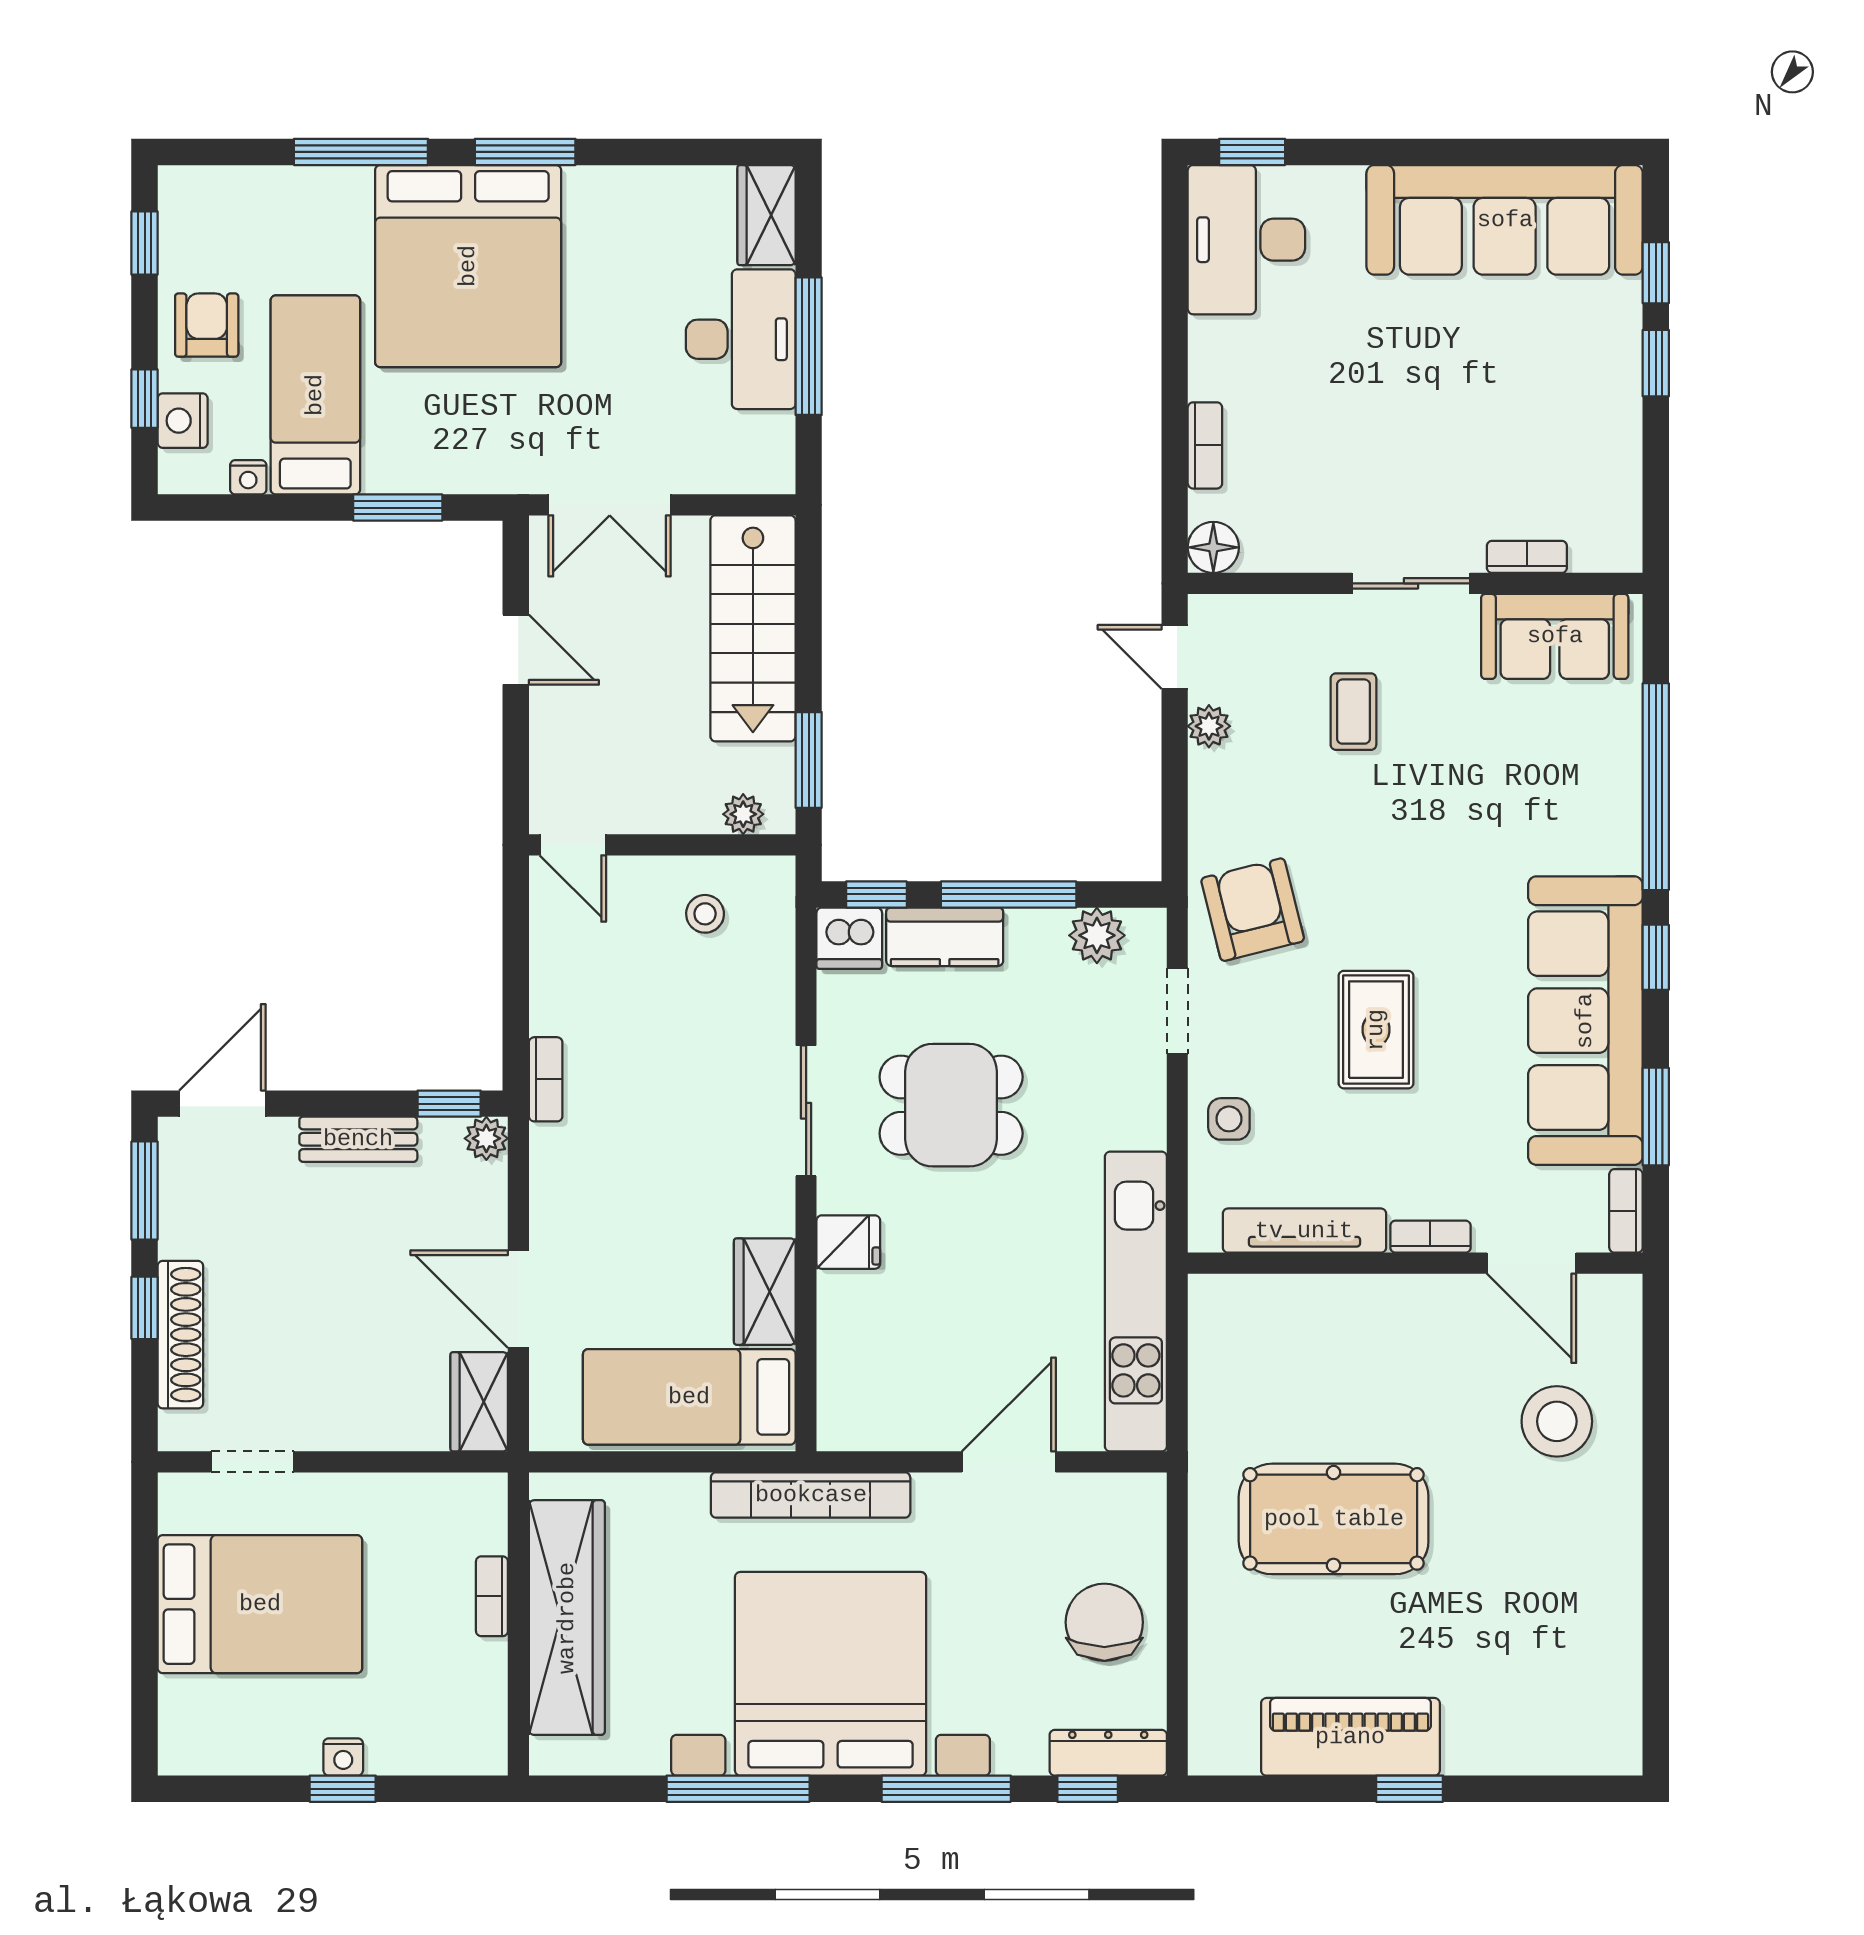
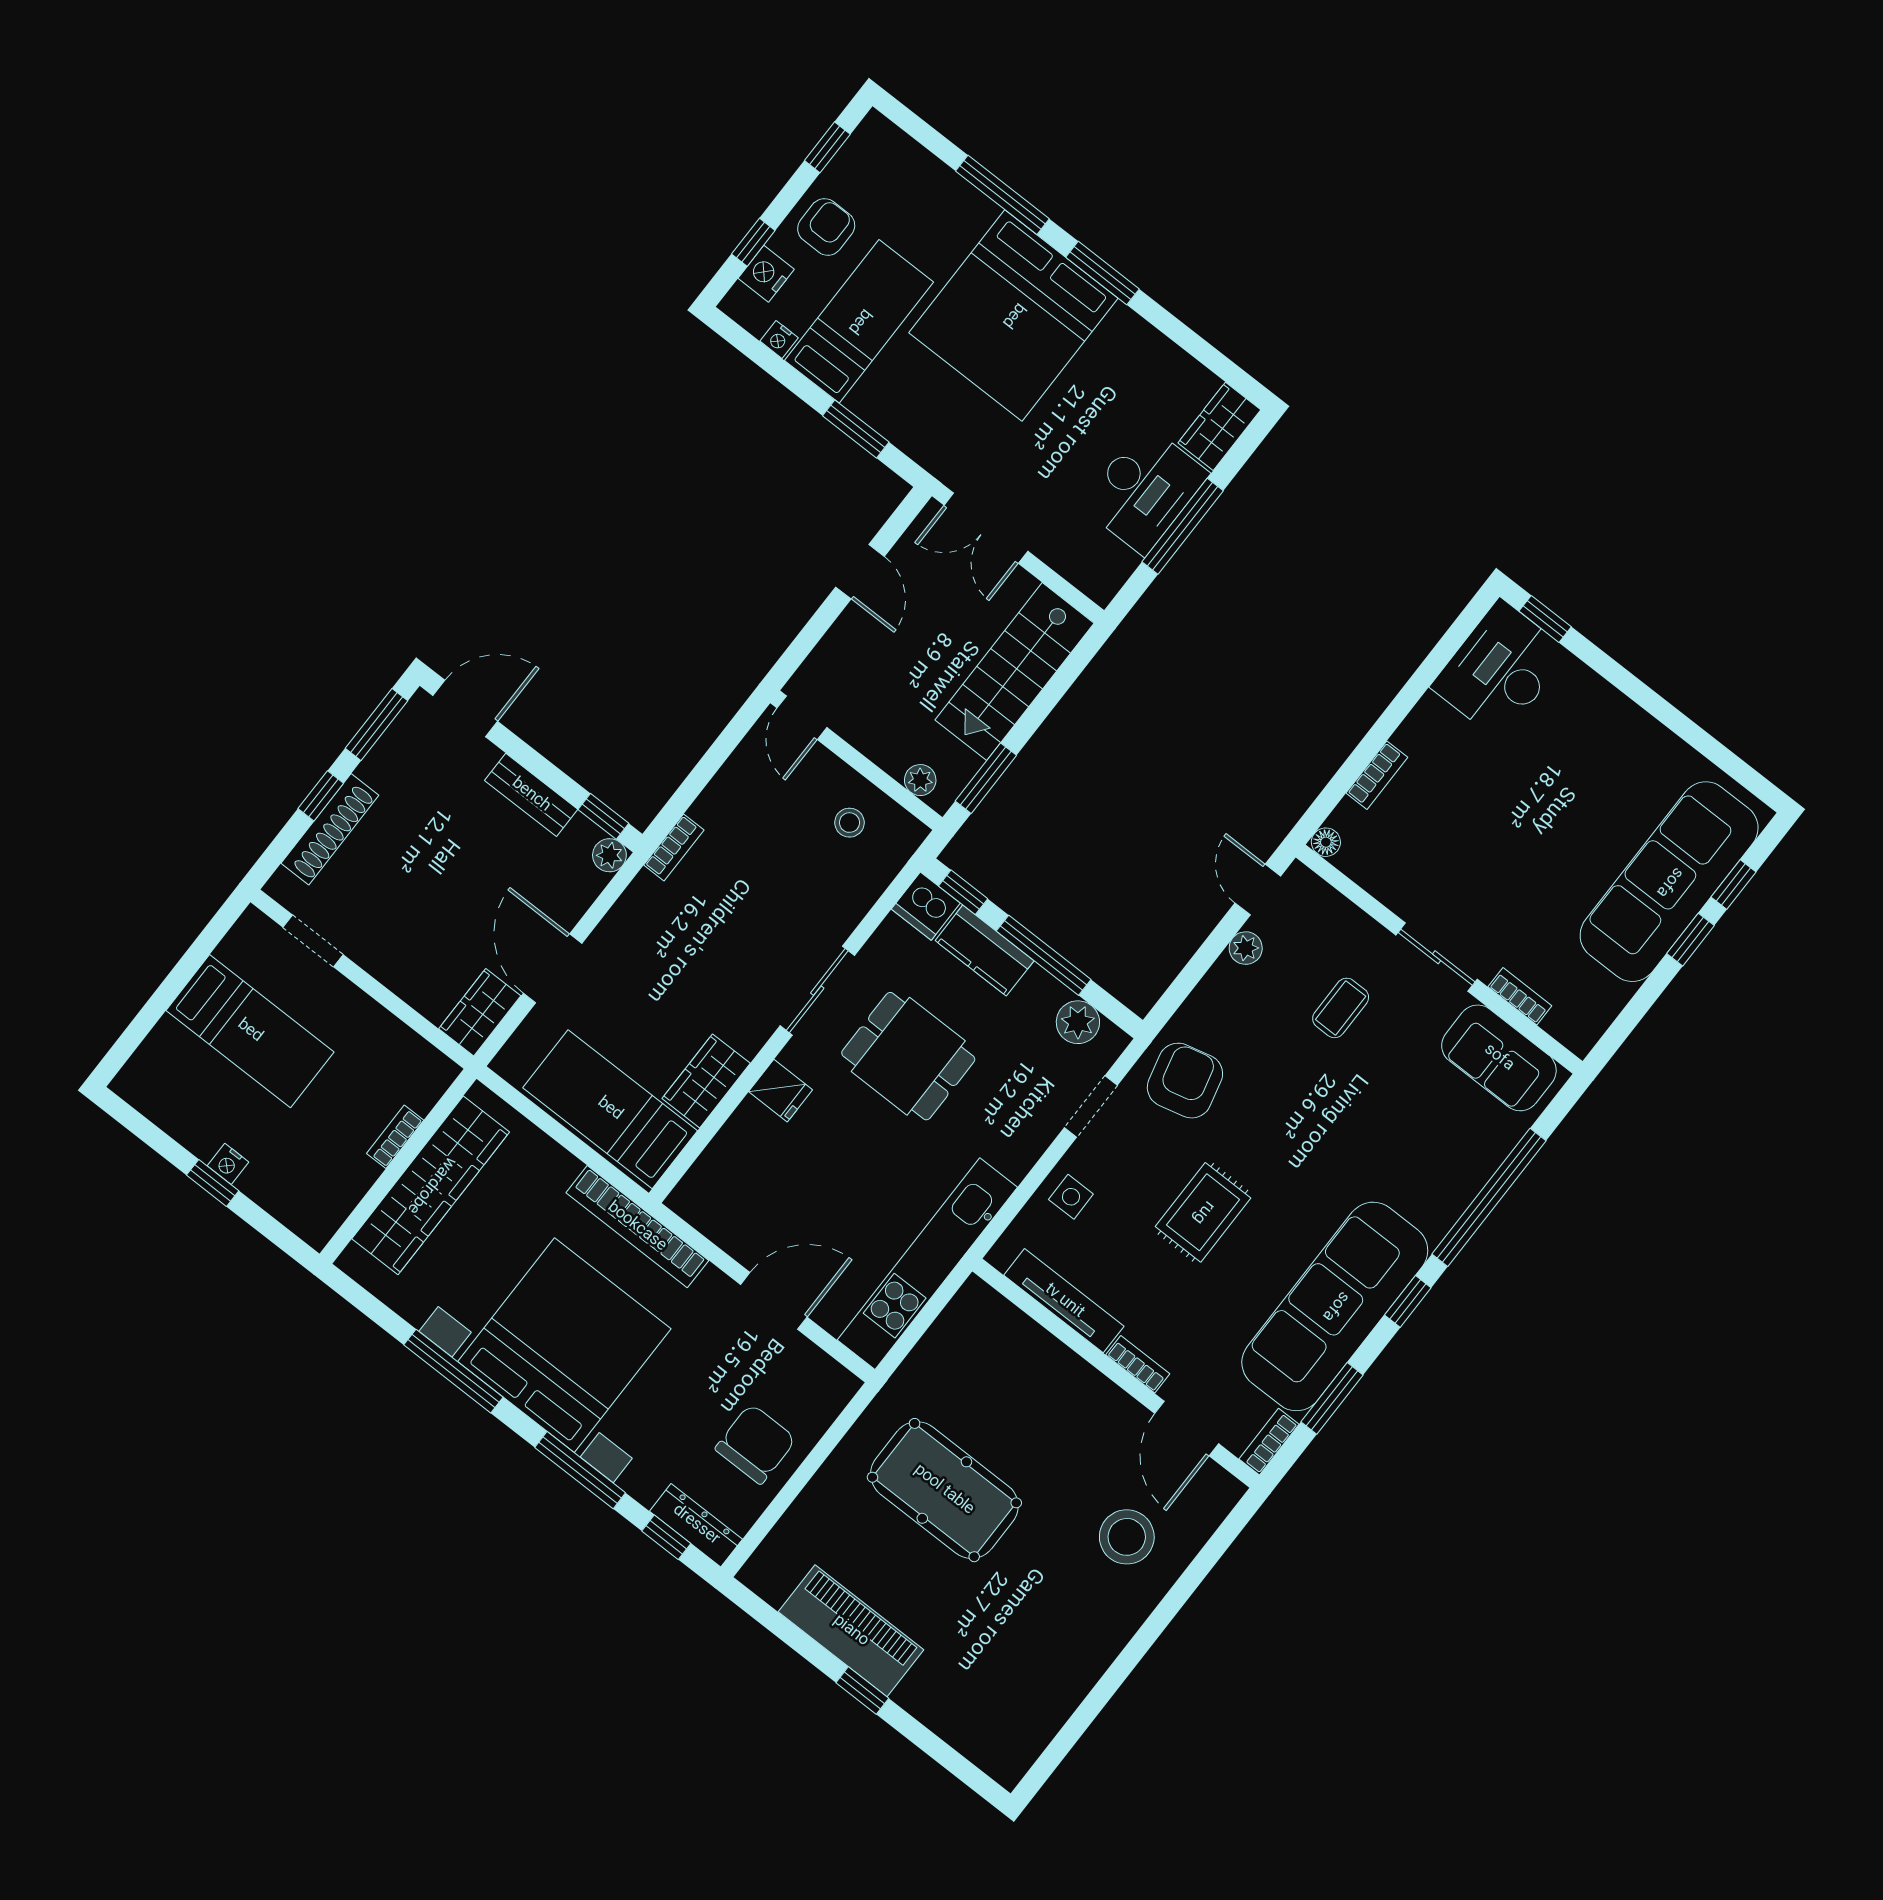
sofa: (1505, 220) -> (1669, 882), moved, turned 90
floor lamp: (1213, 547) -> (1326, 842), width x0.73, depth x0.73
bed: (260, 1604) -> (250, 1031), width x0.67

